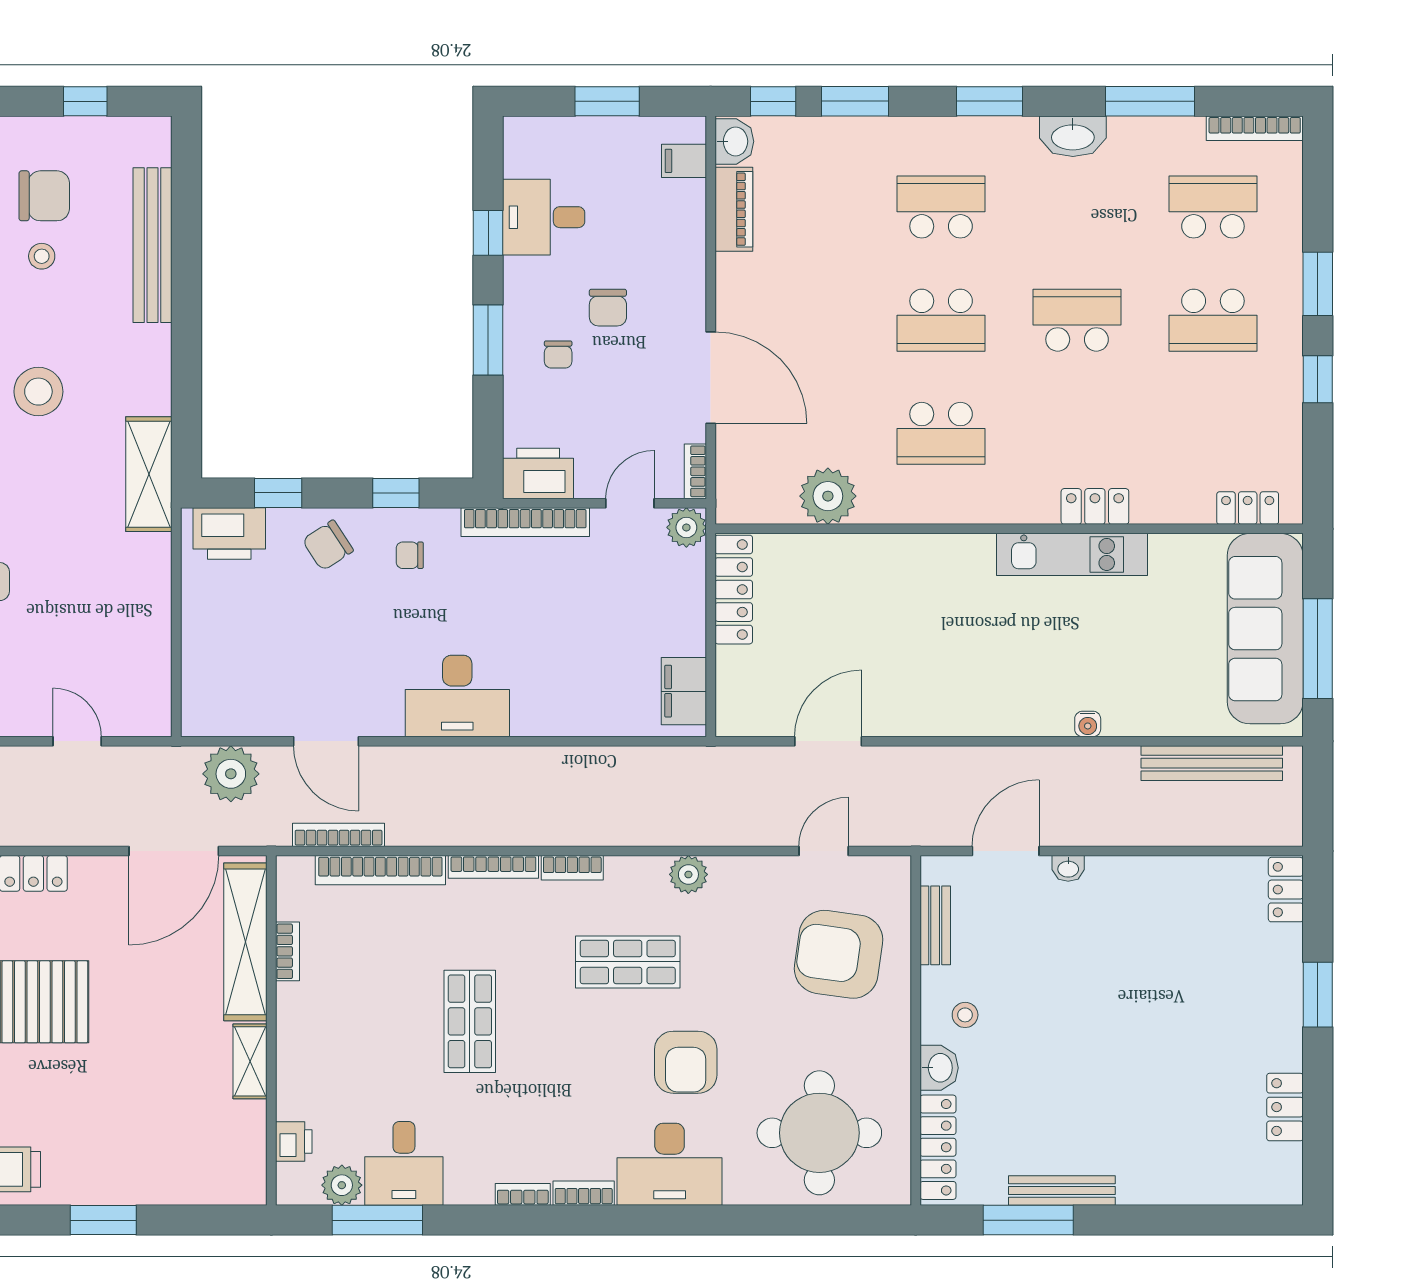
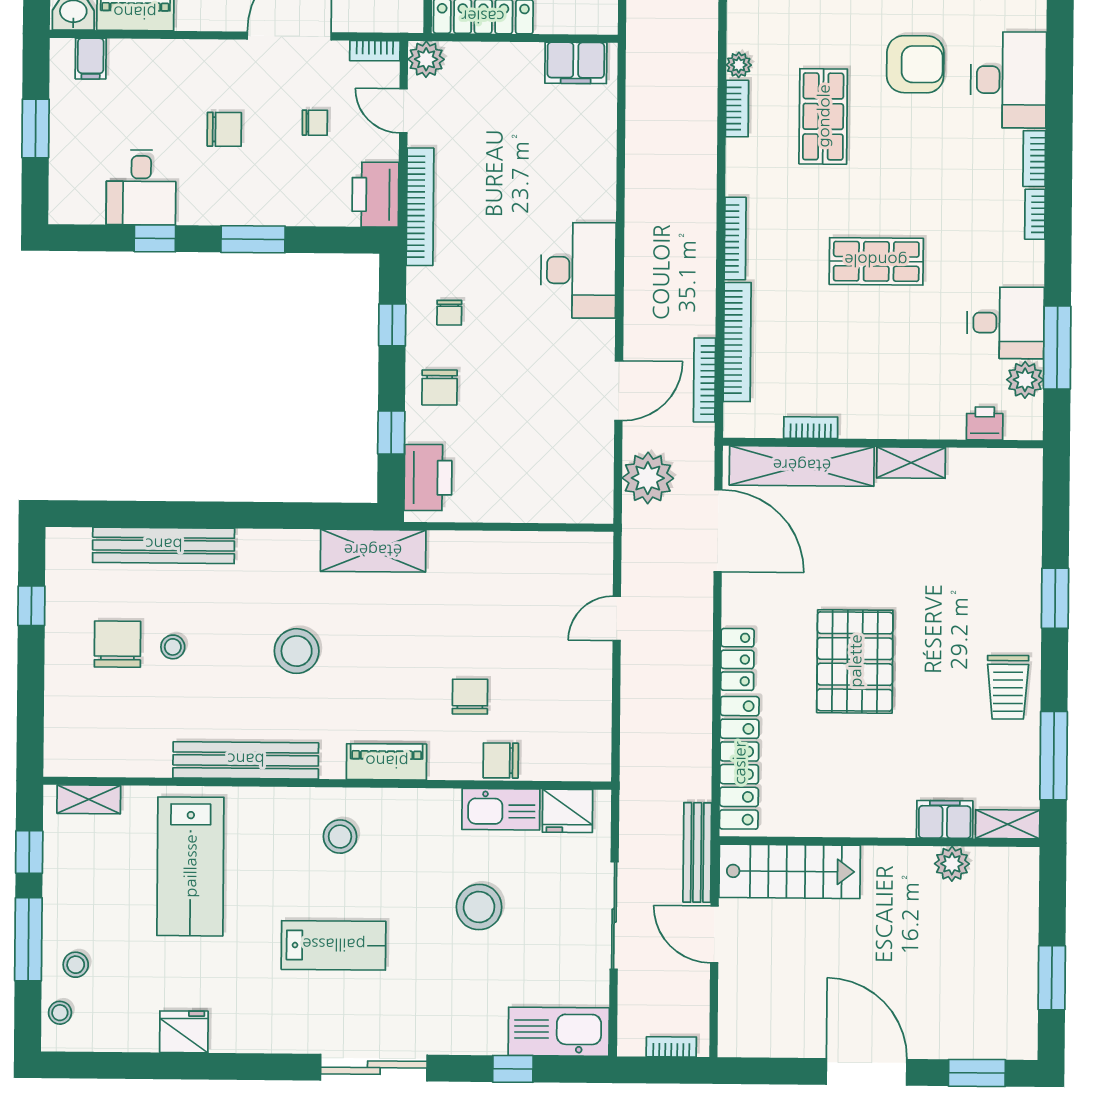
chair: (558, 354) -> (315, 123), moved
chair: (328, 545) -> (440, 388), turned 33
bookcase: (572, 868) -> (737, 109), moved
plant: (688, 874) -> (739, 65), width x0.73, depth x0.73

